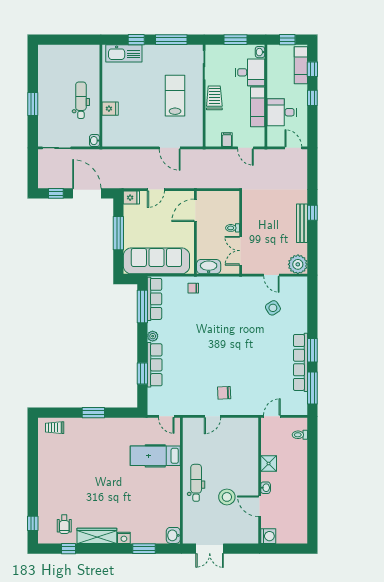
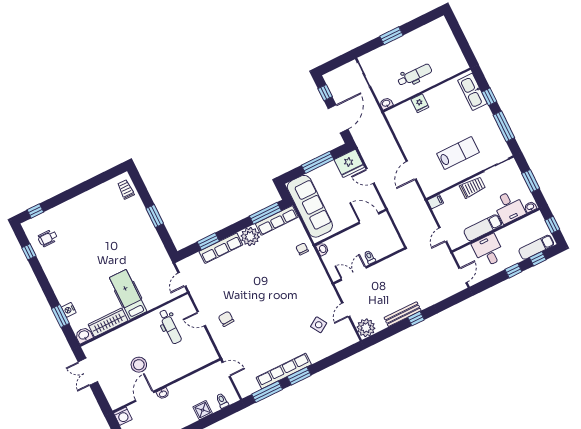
filing cabinet: (227, 140) -> (435, 202), moved
fridge: (131, 198) -> (349, 163), width x1.88, depth x1.34
washbasin: (209, 267) -> (322, 249), width x0.52, depth x0.69
plant: (153, 336) -> (250, 237), width x1.87, depth x1.87
hospital bed: (155, 456) -> (128, 294), moved
shower: (269, 464) -> (203, 410), moved
dental chair: (196, 483) -> (170, 327), moved, turned 90
wardrobe: (97, 536) -> (108, 323), moved, turned -90
nightstand: (124, 538) -> (69, 310), moved

